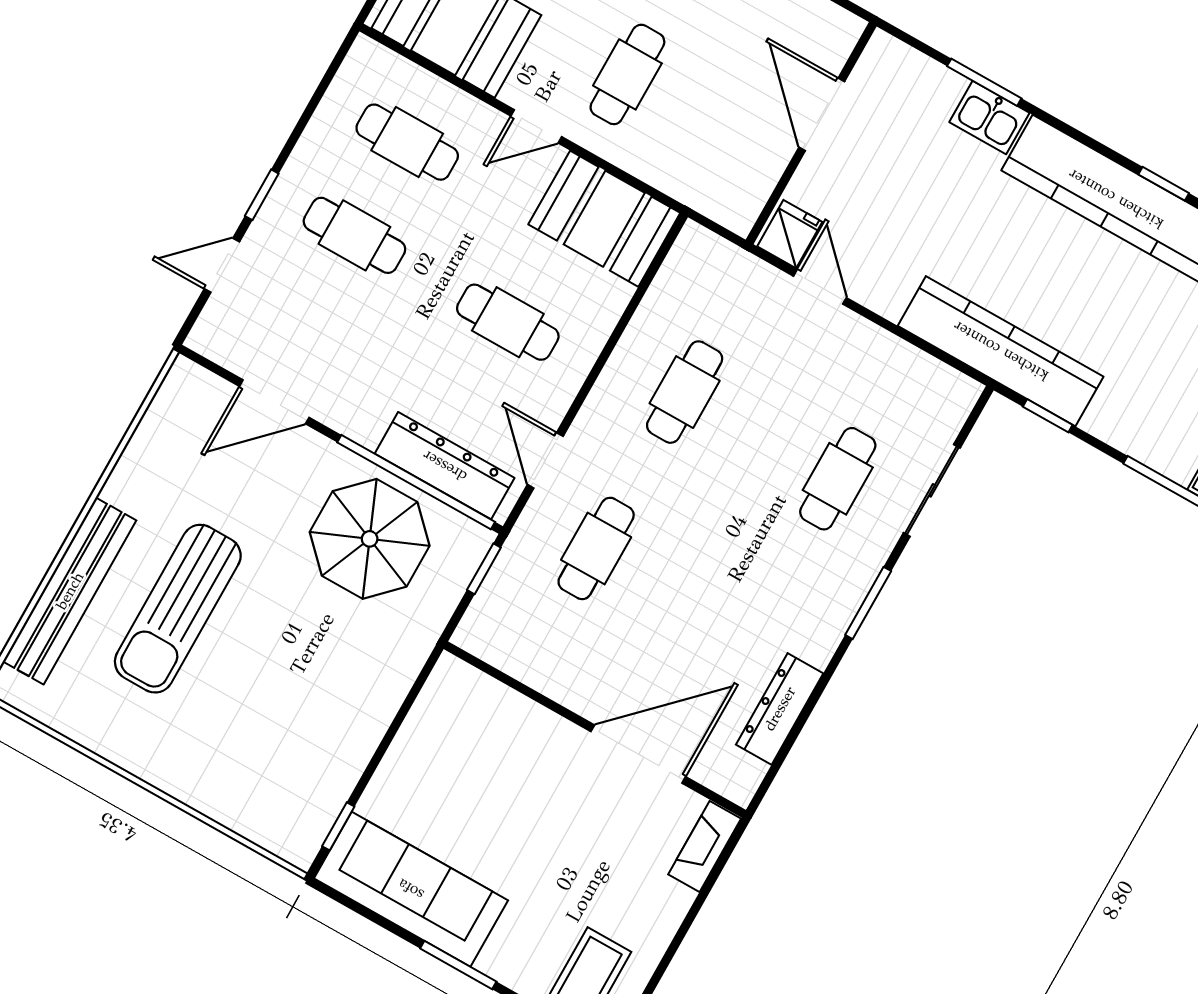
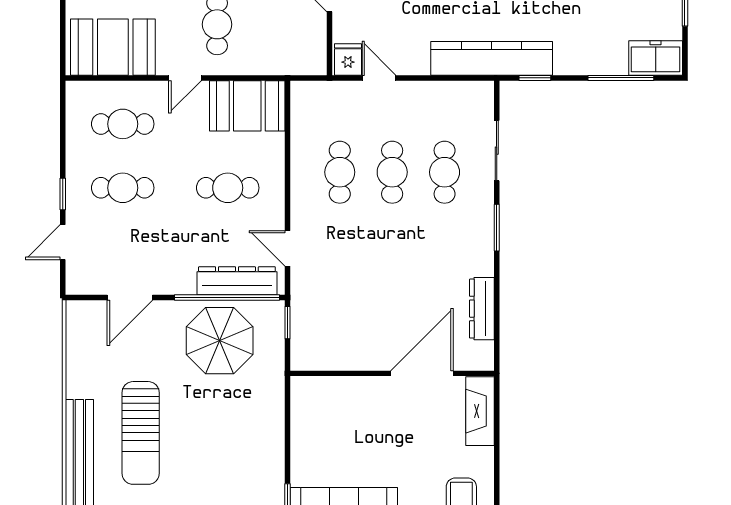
cafe table: (596, 548) -> (392, 172), moved
fireplace: (705, 846) -> (480, 411), width x1.37, depth x1.32

